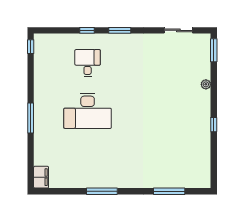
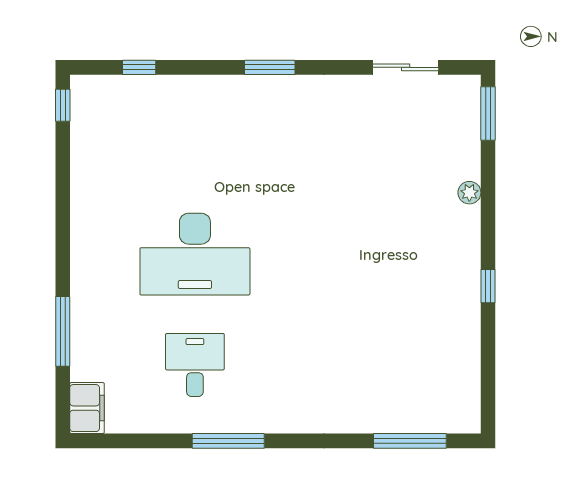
window: (87, 30) -> (139, 67), moved
desk: (88, 63) -> (195, 365), moved
window: (31, 118) -> (63, 331), moved
window: (169, 191) -> (410, 441), moved

